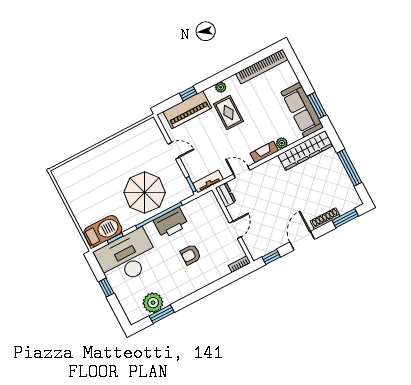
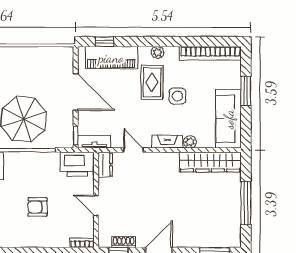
window: (188, 94) -> (104, 42), moved
window: (317, 106) -> (246, 91), moved
side table: (254, 113) -> (177, 96), added
door: (174, 151) -> (76, 92), width x1.88
shoe rack: (325, 219) -> (124, 242), moved, width x0.70
printer: (171, 223) -> (77, 164), moved
door: (235, 230) -> (96, 206), swing flipped

